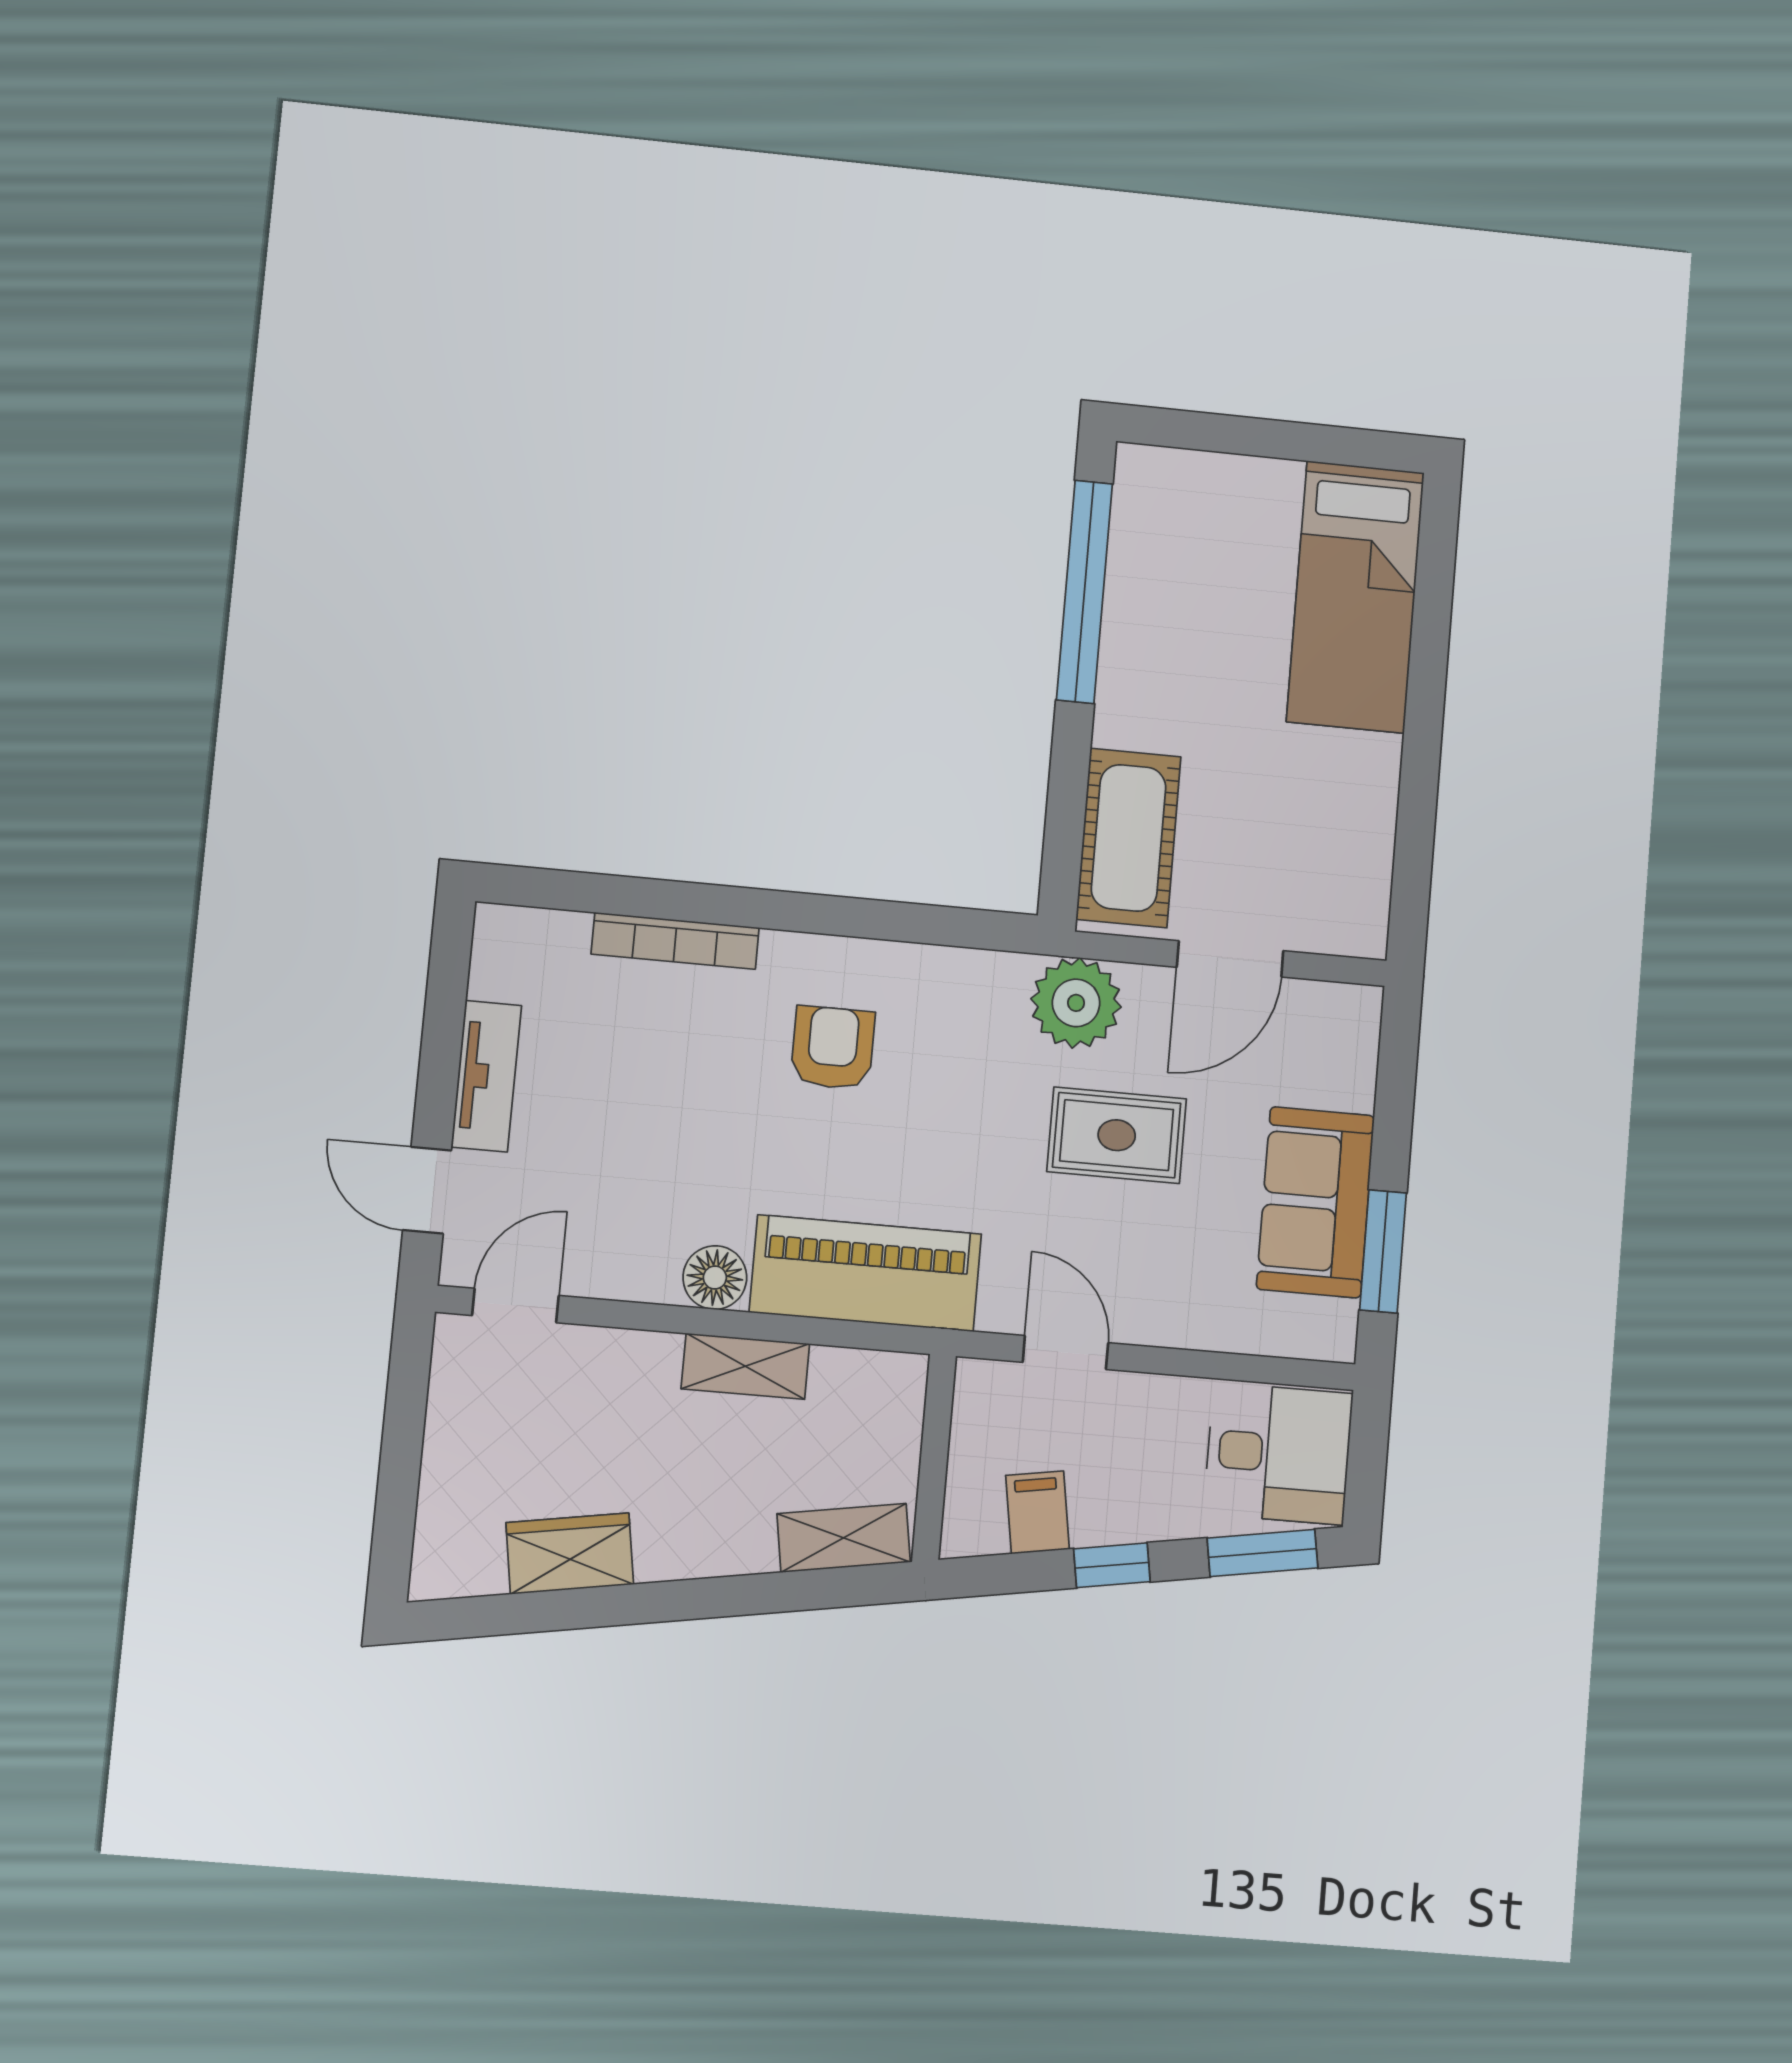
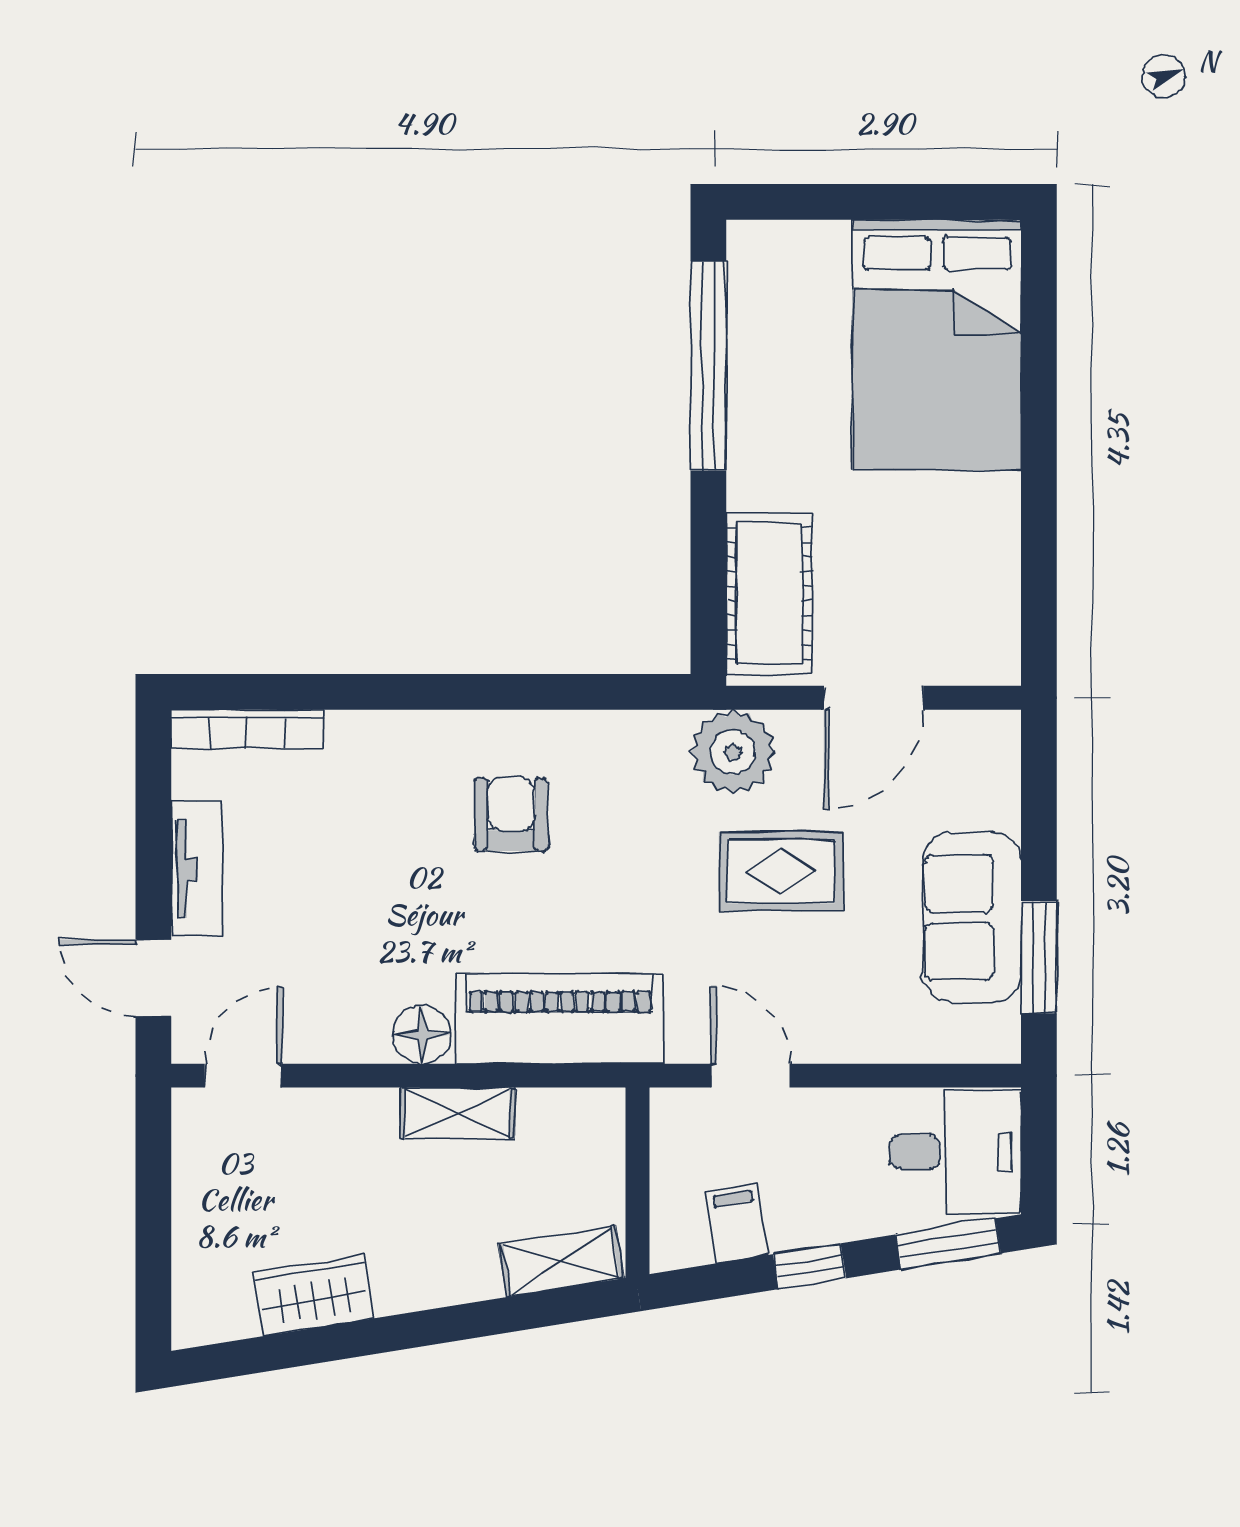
bed: (1355, 597) -> (937, 345), width x1.50
bookcase: (675, 941) -> (247, 729), moved

